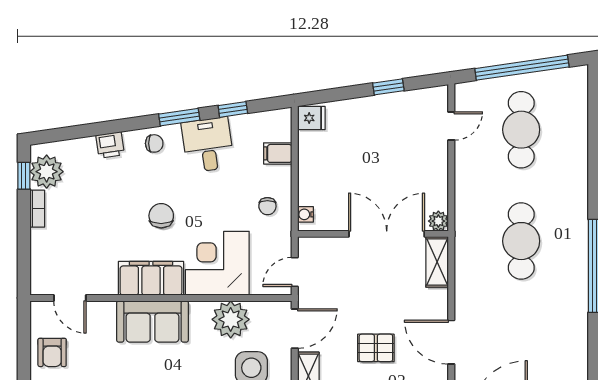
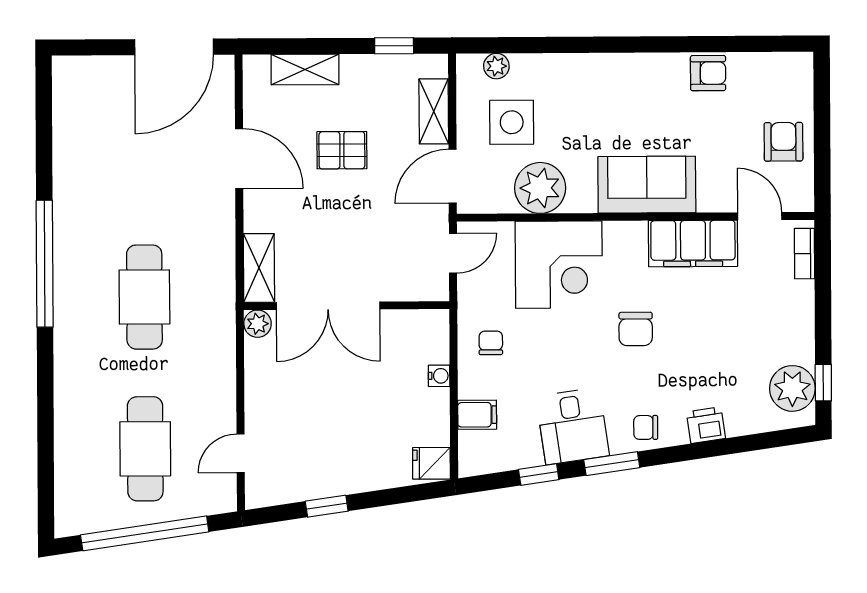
bookcase: (37, 209) -> (804, 254), moved
water cooler: (305, 214) -> (439, 376), moved
filing cabinet: (151, 278) -> (693, 243), moved

